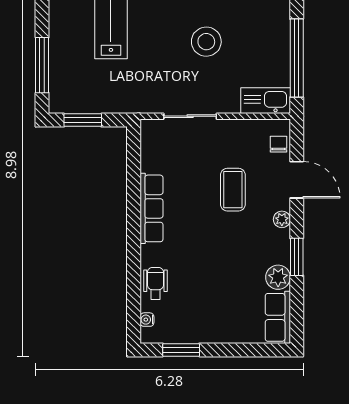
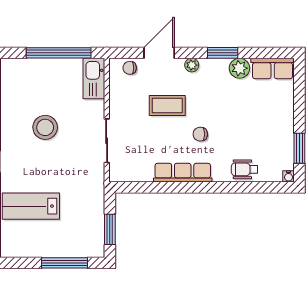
chair: (198, 230) -> (200, 134), added
water cooler: (147, 320) -> (289, 176), moved

